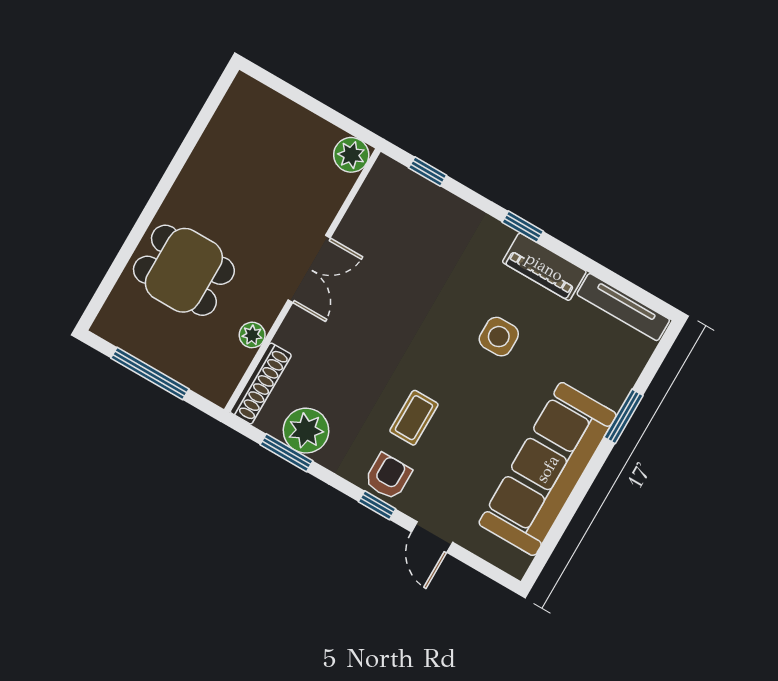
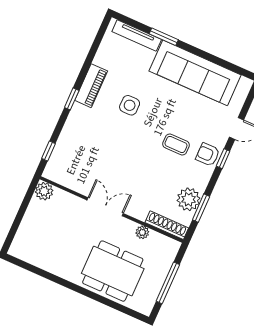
dining table: (184, 270) -> (113, 271), width x1.37
tv unit: (623, 307) -> (137, 35), moved, turned 90

